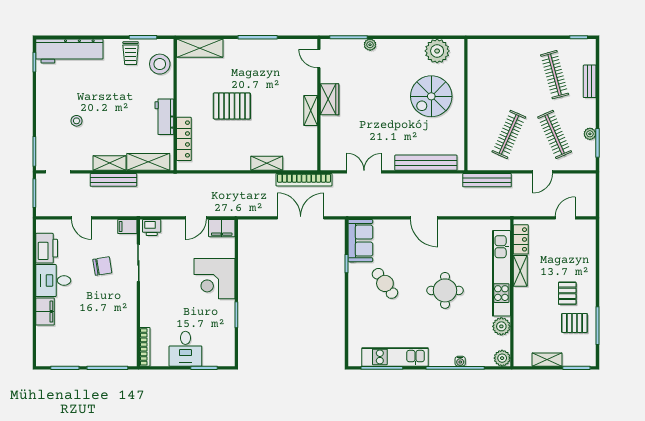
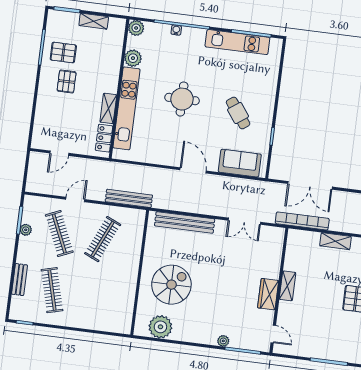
sofa: (360, 241) -> (240, 163), moved, turned 90

